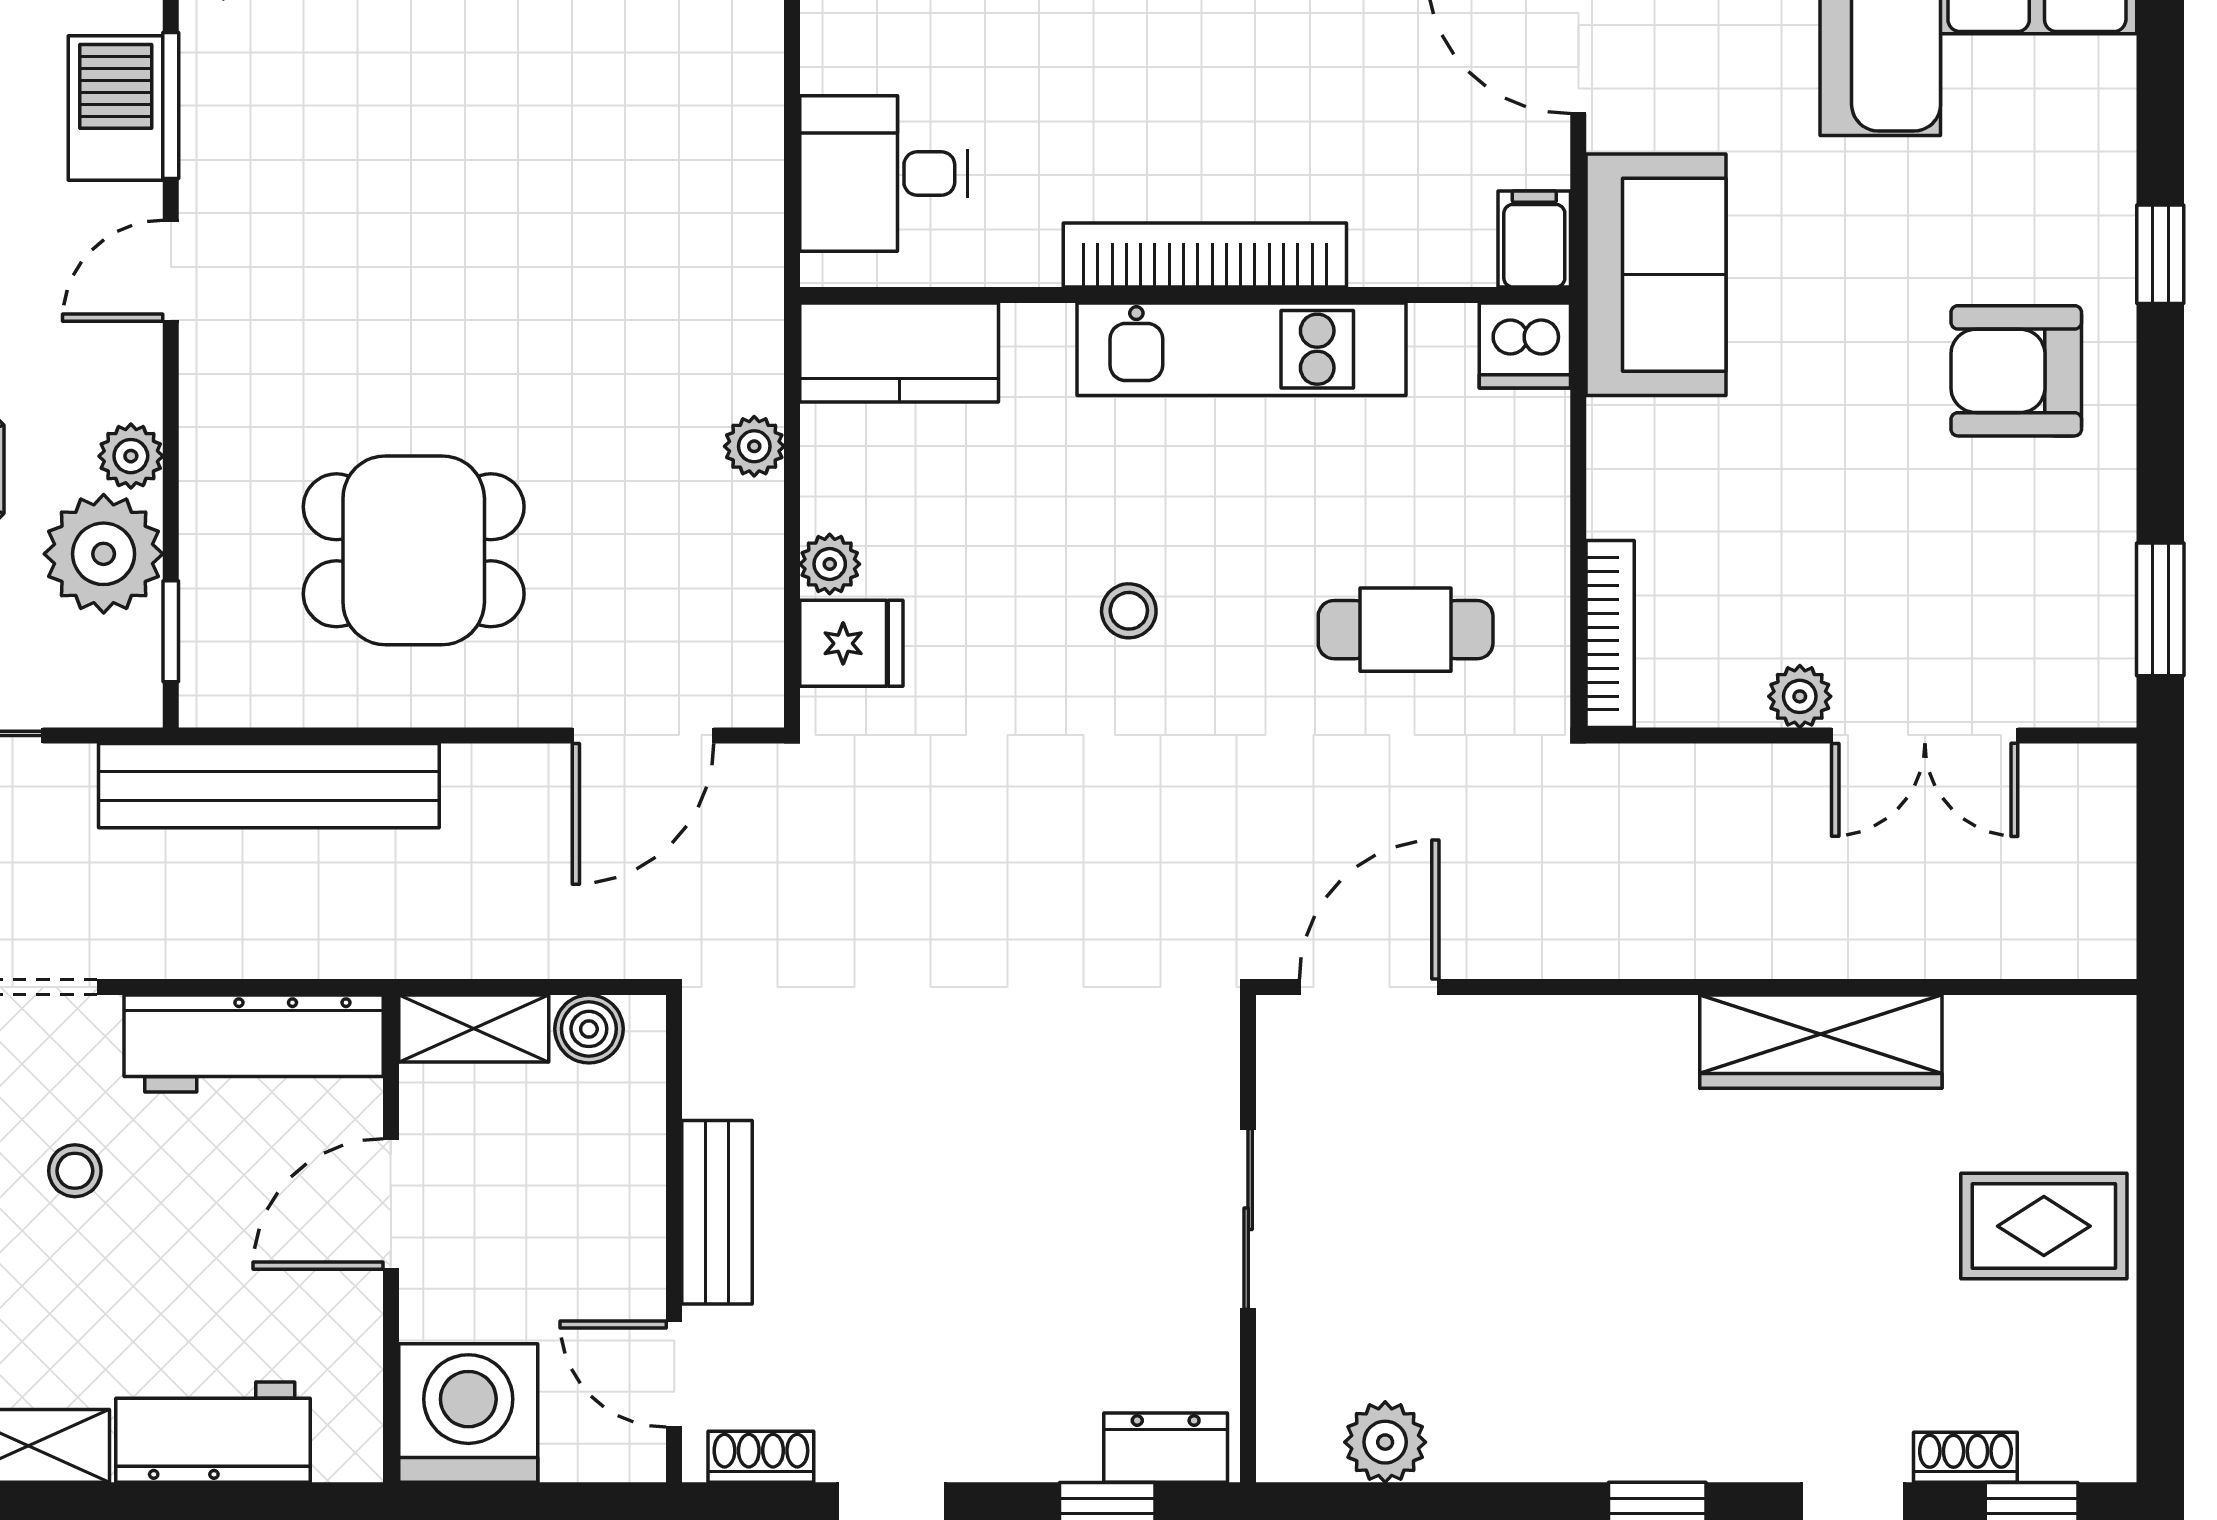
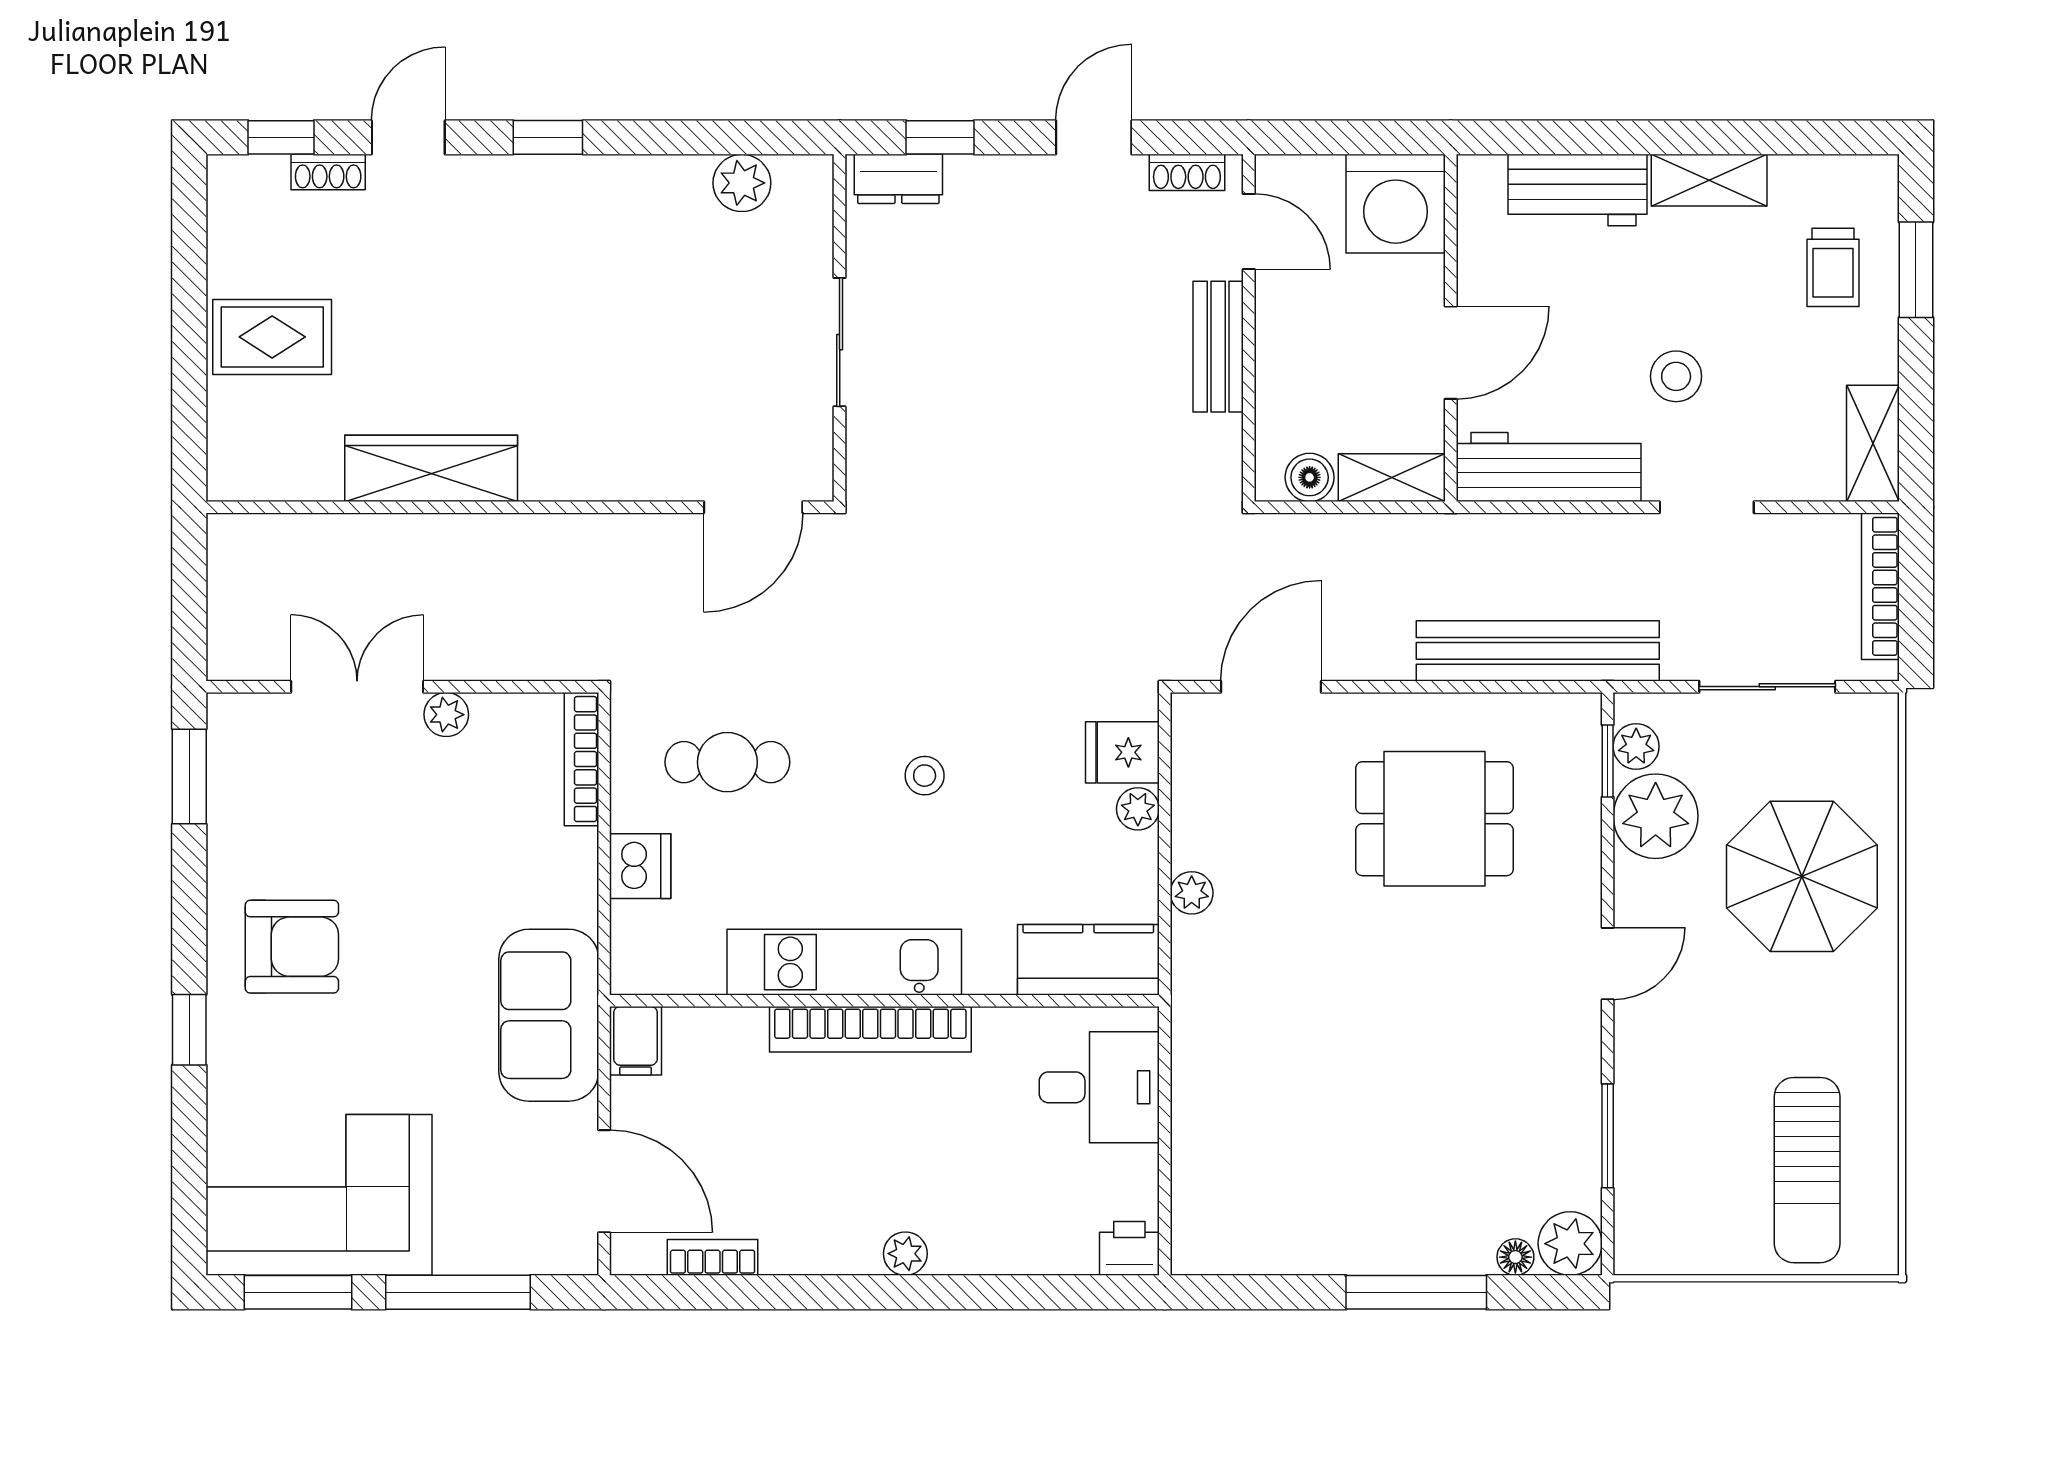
barbecue: (116, 108) -> (1647, 1134), removed
door: (171, 271) -> (1608, 964), moved
dishwasher: (1525, 346) -> (640, 866), moved, turned 90
plant: (131, 456) -> (1636, 746), moved
stool: (75, 1171) -> (1676, 376), width x1.37, depth x1.37

